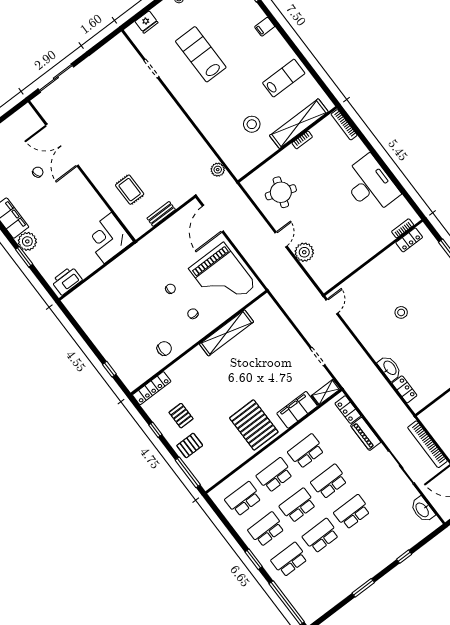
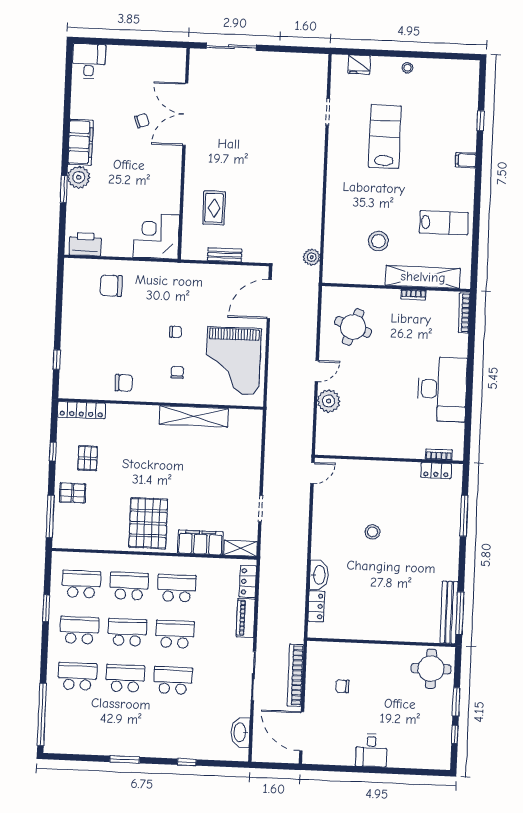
chair: (105, 293) -> (111, 286), added
window: (254, 559) -> (46, 608), moved

